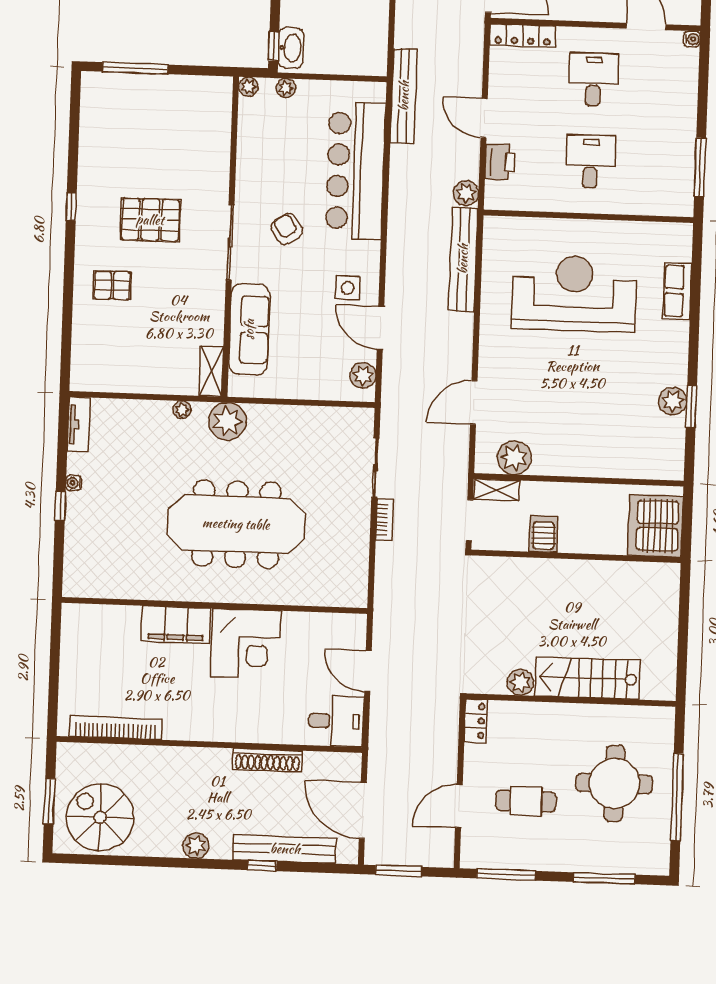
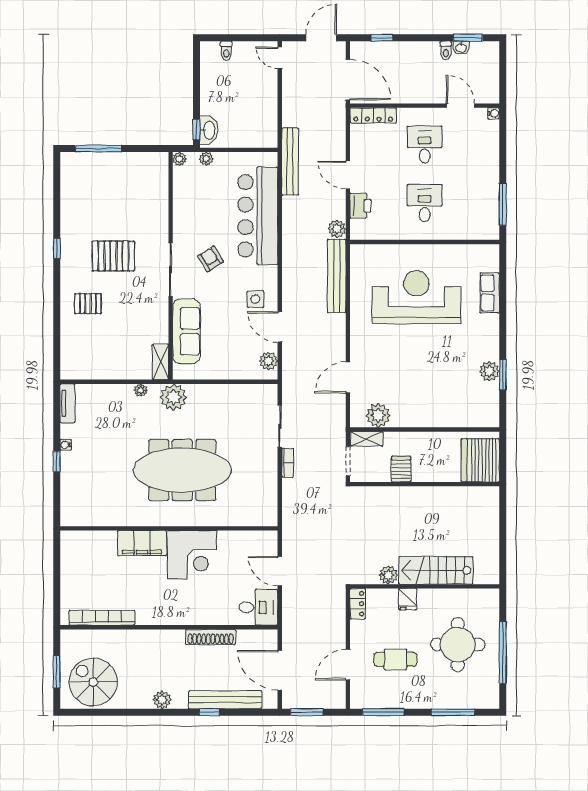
fridge: (546, 717) -> (408, 599), added

